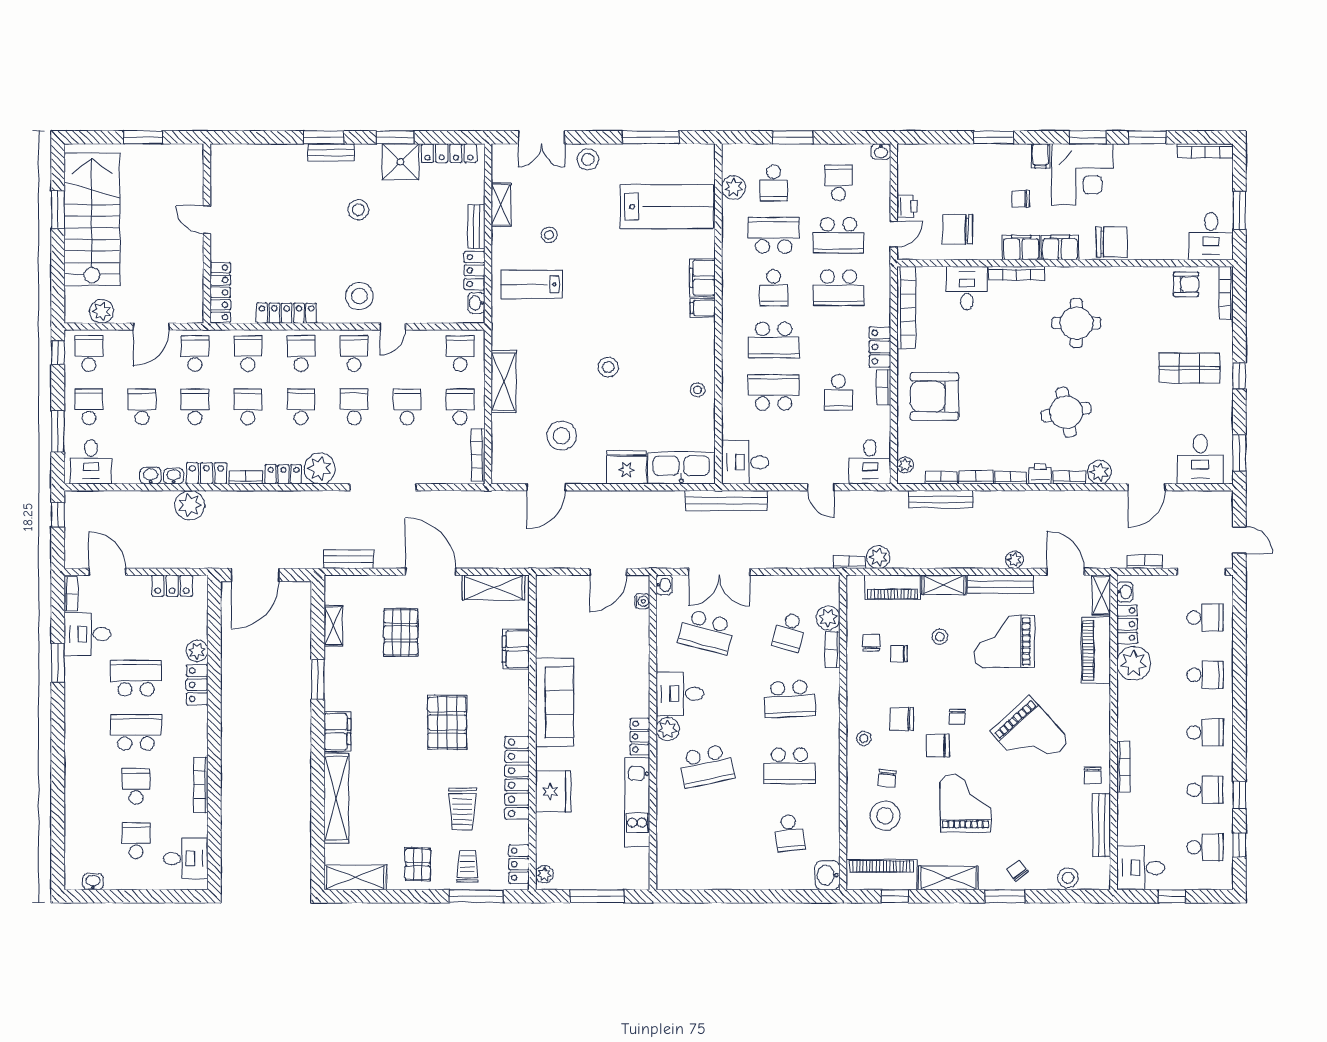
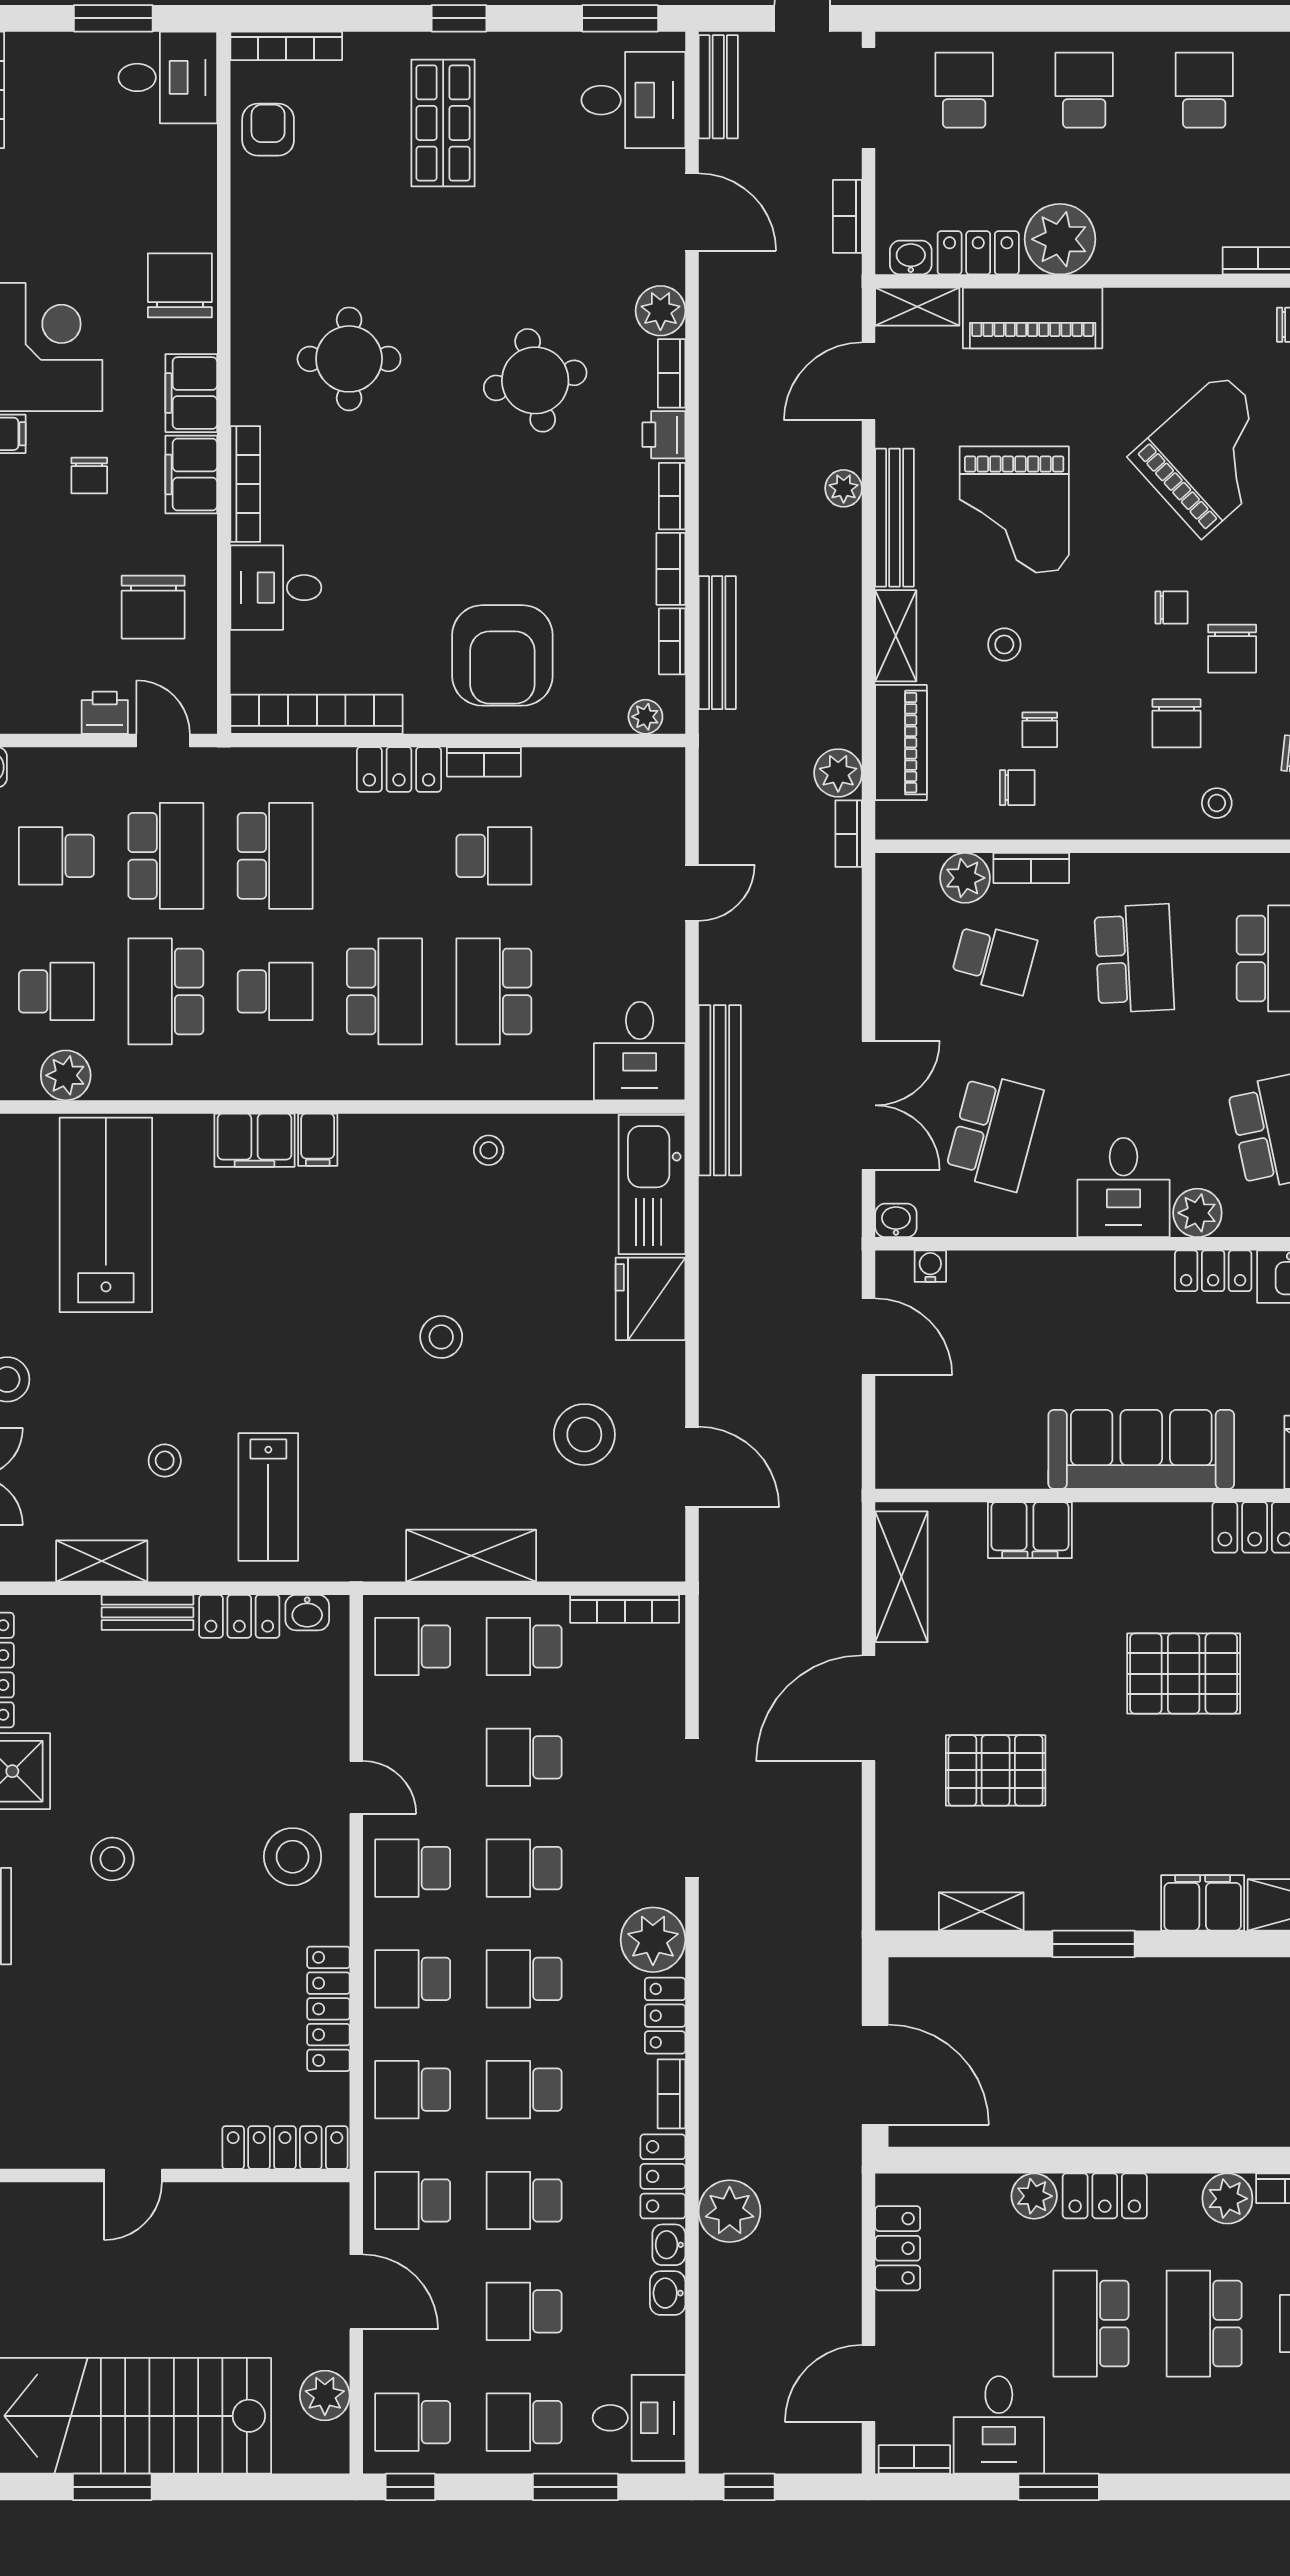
desk: (870, 462) -> (639, 790), removed
bench: (348, 559) -> (718, 87), moved
chair: (871, 643) -> (1017, 788), turned 180
plant: (196, 743) -> (1227, 2199), added

